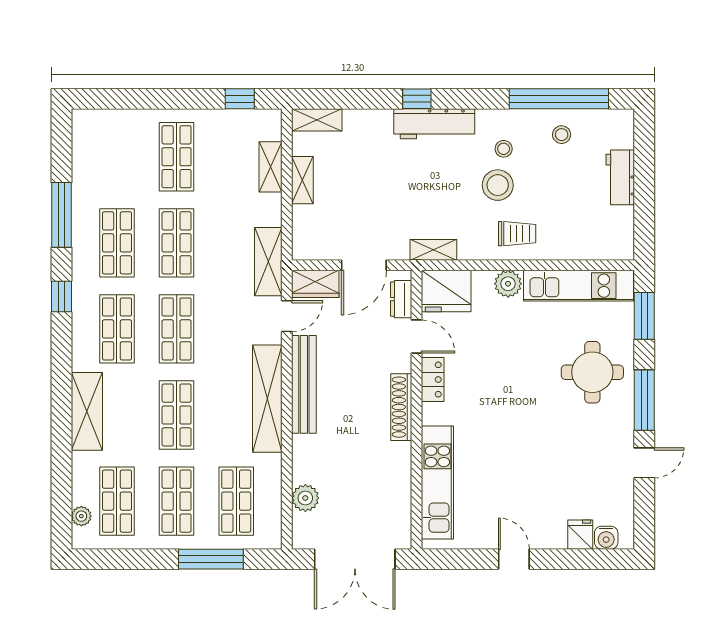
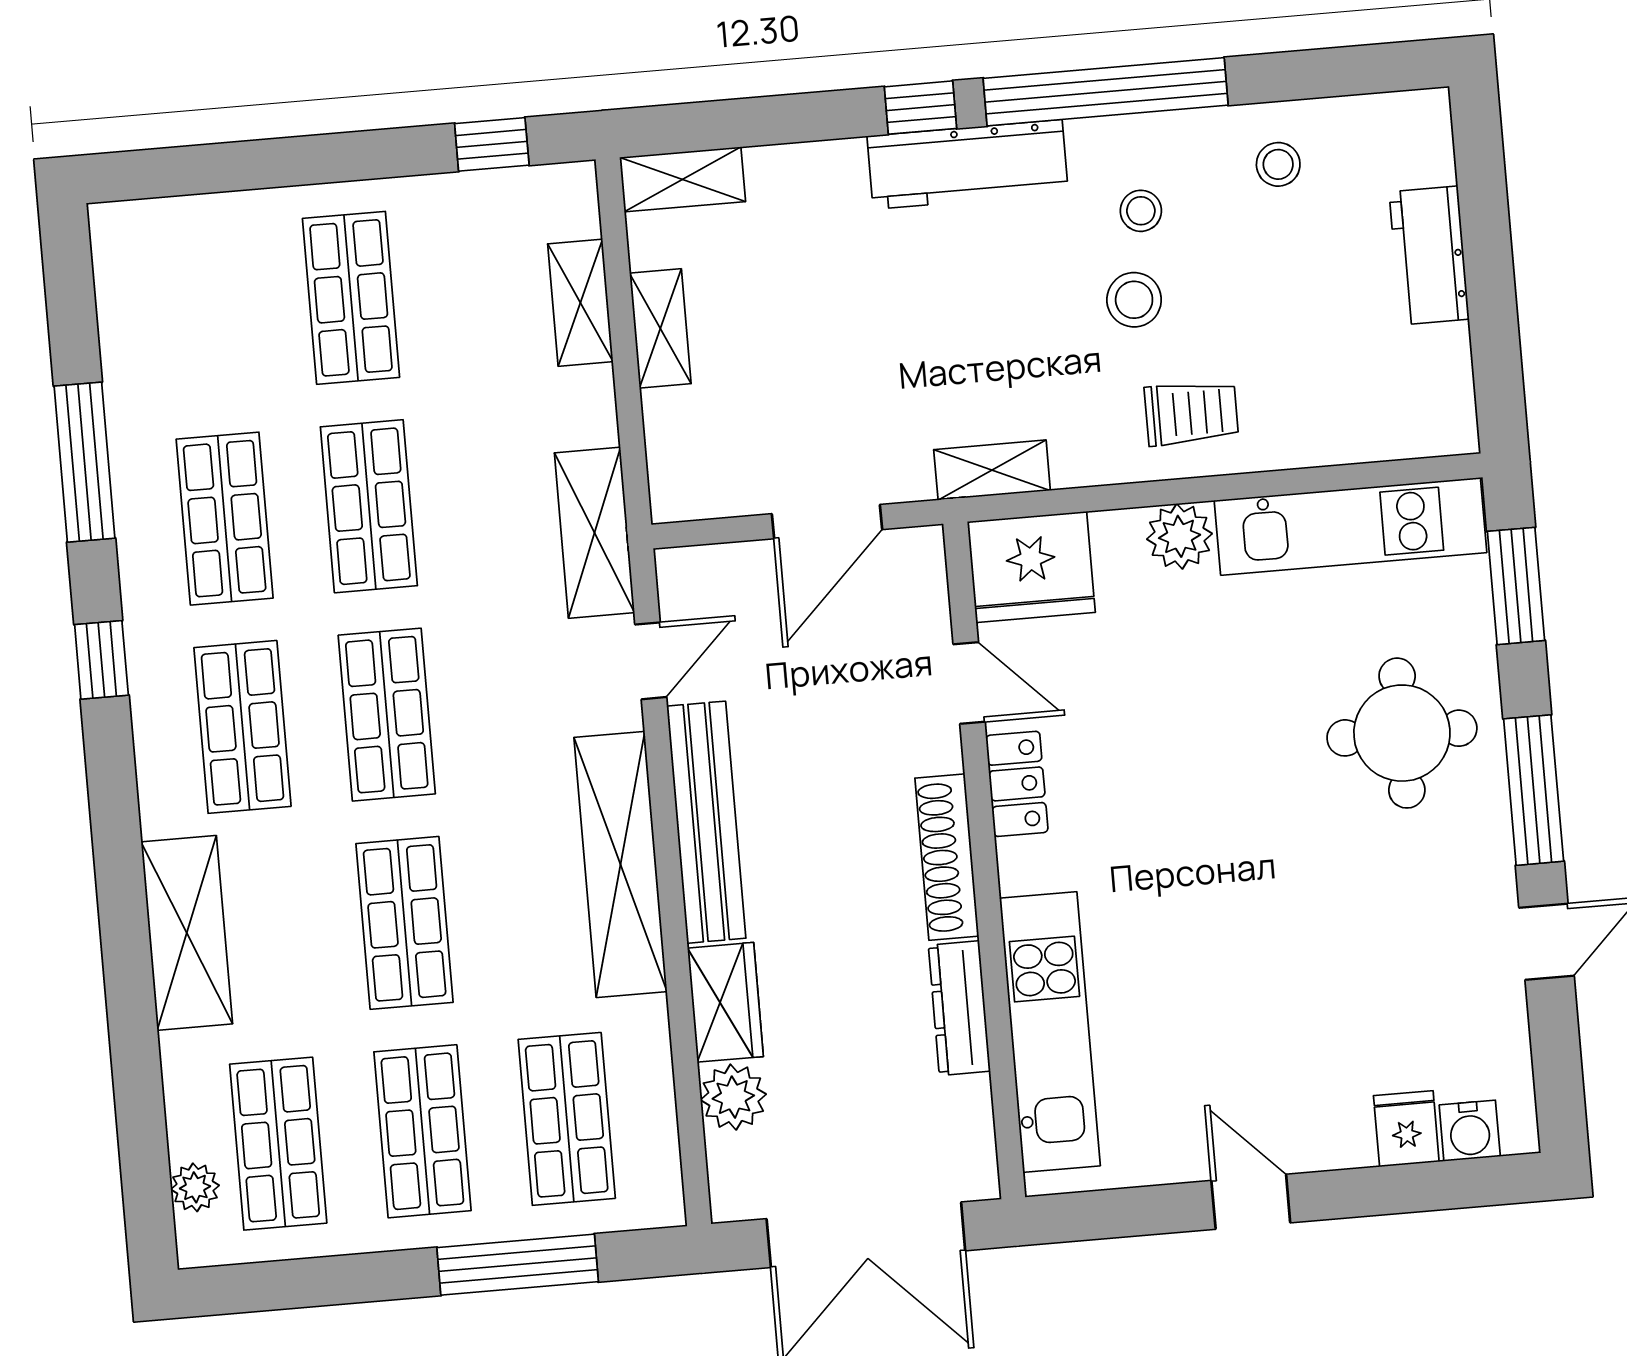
window: (559, 99) -> (1106, 92), moved
stool: (498, 185) -> (1134, 300), width x0.73, depth x0.73
wardrobe: (315, 284) -> (725, 1002), moved, turned -90
dresser: (401, 299) -> (959, 1008), moved, width x1.44

